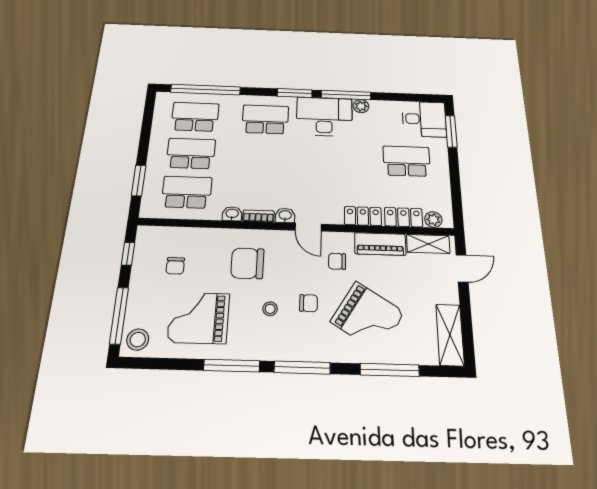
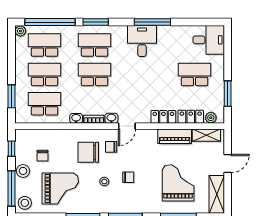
window: (295, 93) -> (96, 22), moved
plant: (361, 106) -> (20, 31), moved
desk: (324, 117) -> (142, 41), width x0.73
window: (451, 131) -> (228, 94), moved
school desk: (263, 156) -> (95, 74), added
door: (308, 227) -> (127, 126), hinge flipped
chair: (337, 261) -> (111, 147), moved
door: (462, 268) -> (228, 164), moved
stool: (142, 288) -> (23, 171), added
grand piano: (368, 317) -> (178, 183), moved, turned -122
grand piano: (199, 318) -> (60, 188), turned 180

